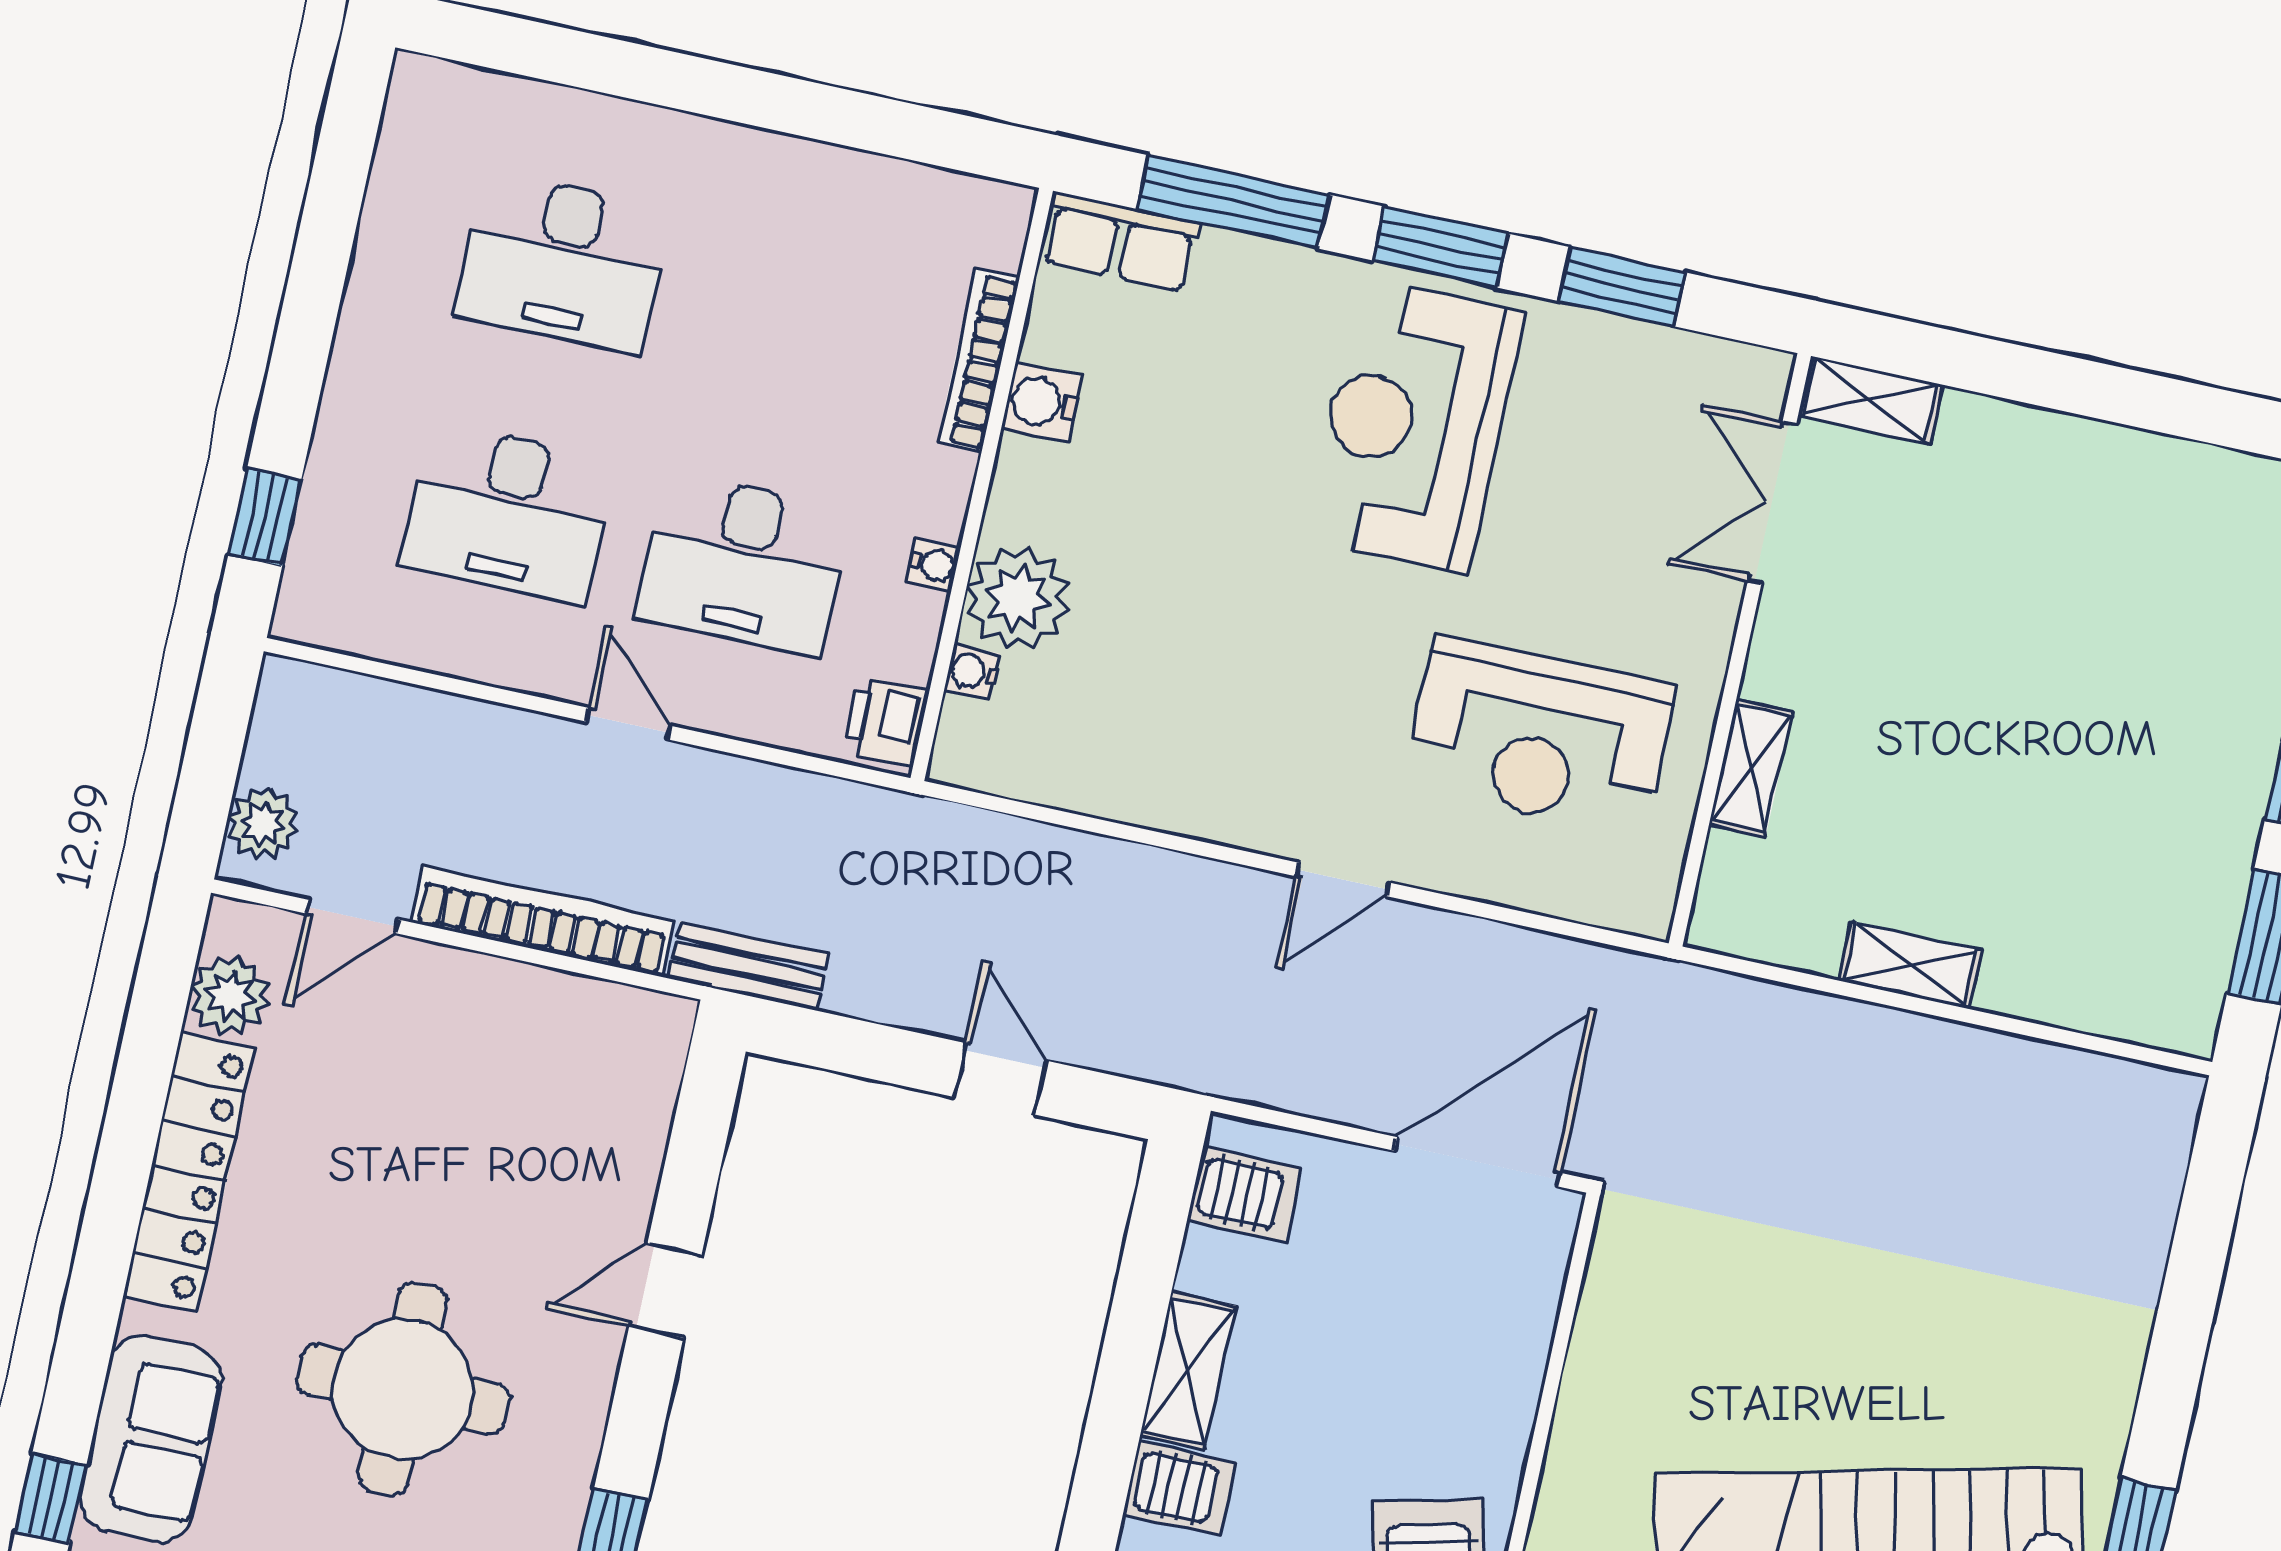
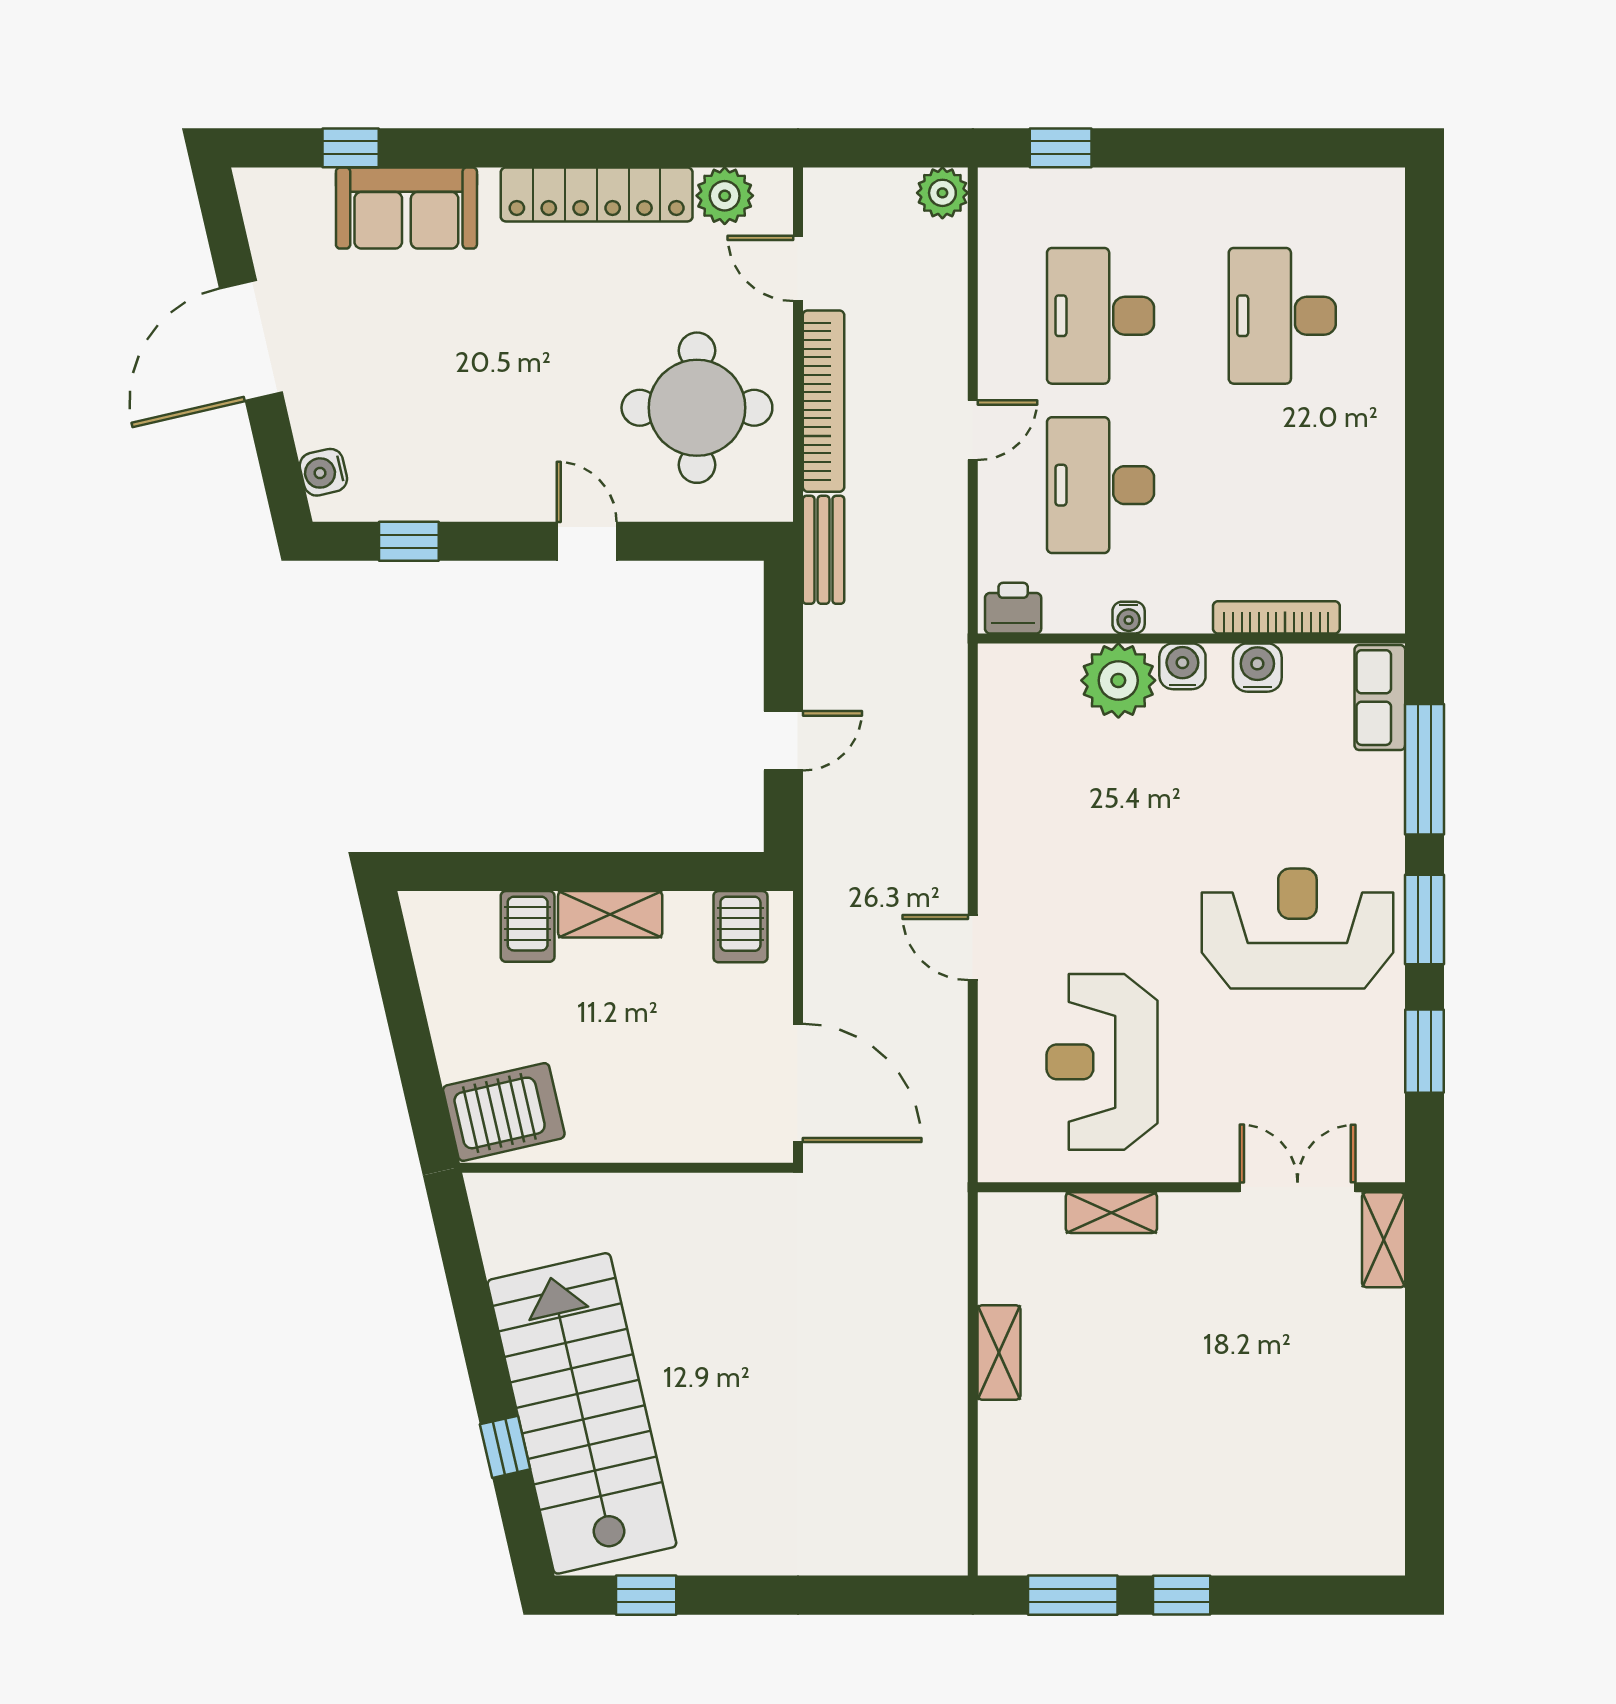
water cooler: (972, 672) -> (1182, 666), moved, width x1.38, depth x1.38
plant: (263, 824) -> (942, 193), moved
round table: (403, 1389) -> (697, 408), moved

